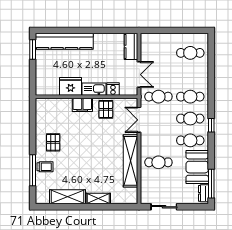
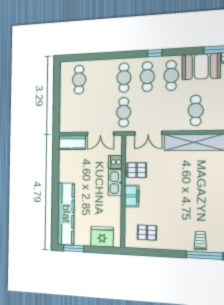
double door: (139, 75) -> (100, 134), swing flipped
fridge: (71, 86) -> (102, 237), moved, turned 90
pallet: (53, 142) -> (147, 233), moved

